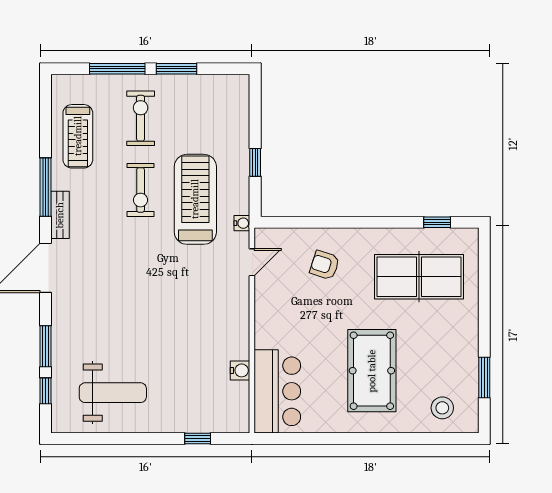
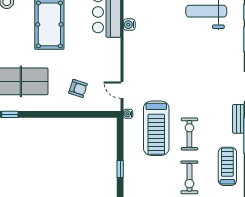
window: (255, 162) -> (120, 169), moved
door: (252, 262) -> (122, 90), hinge flipped

